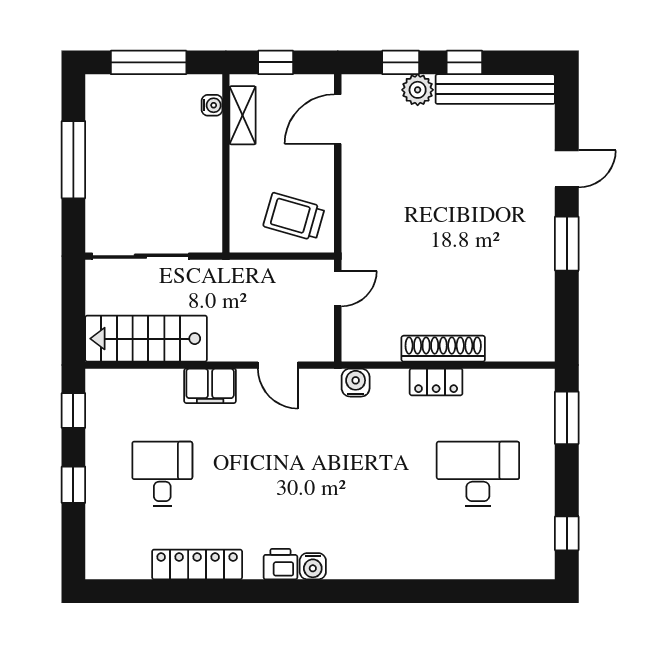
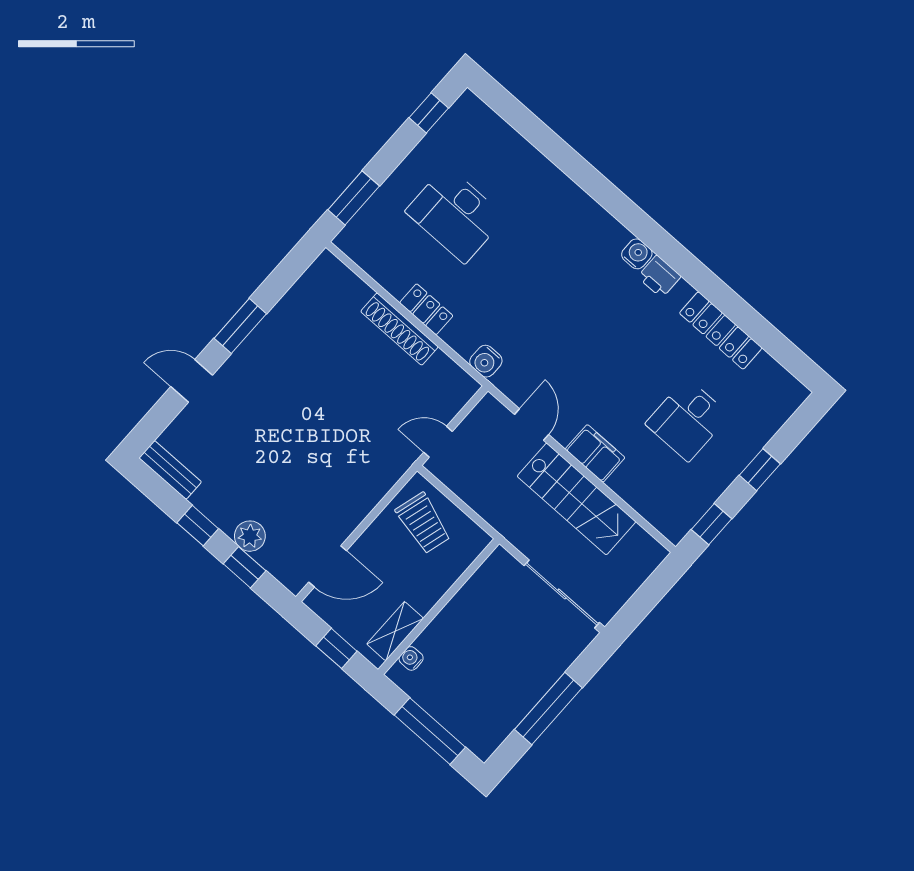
bench: (495, 89) -> (170, 470), width x0.54, depth x0.82
stairs: (146, 339) -> (576, 499), moved

